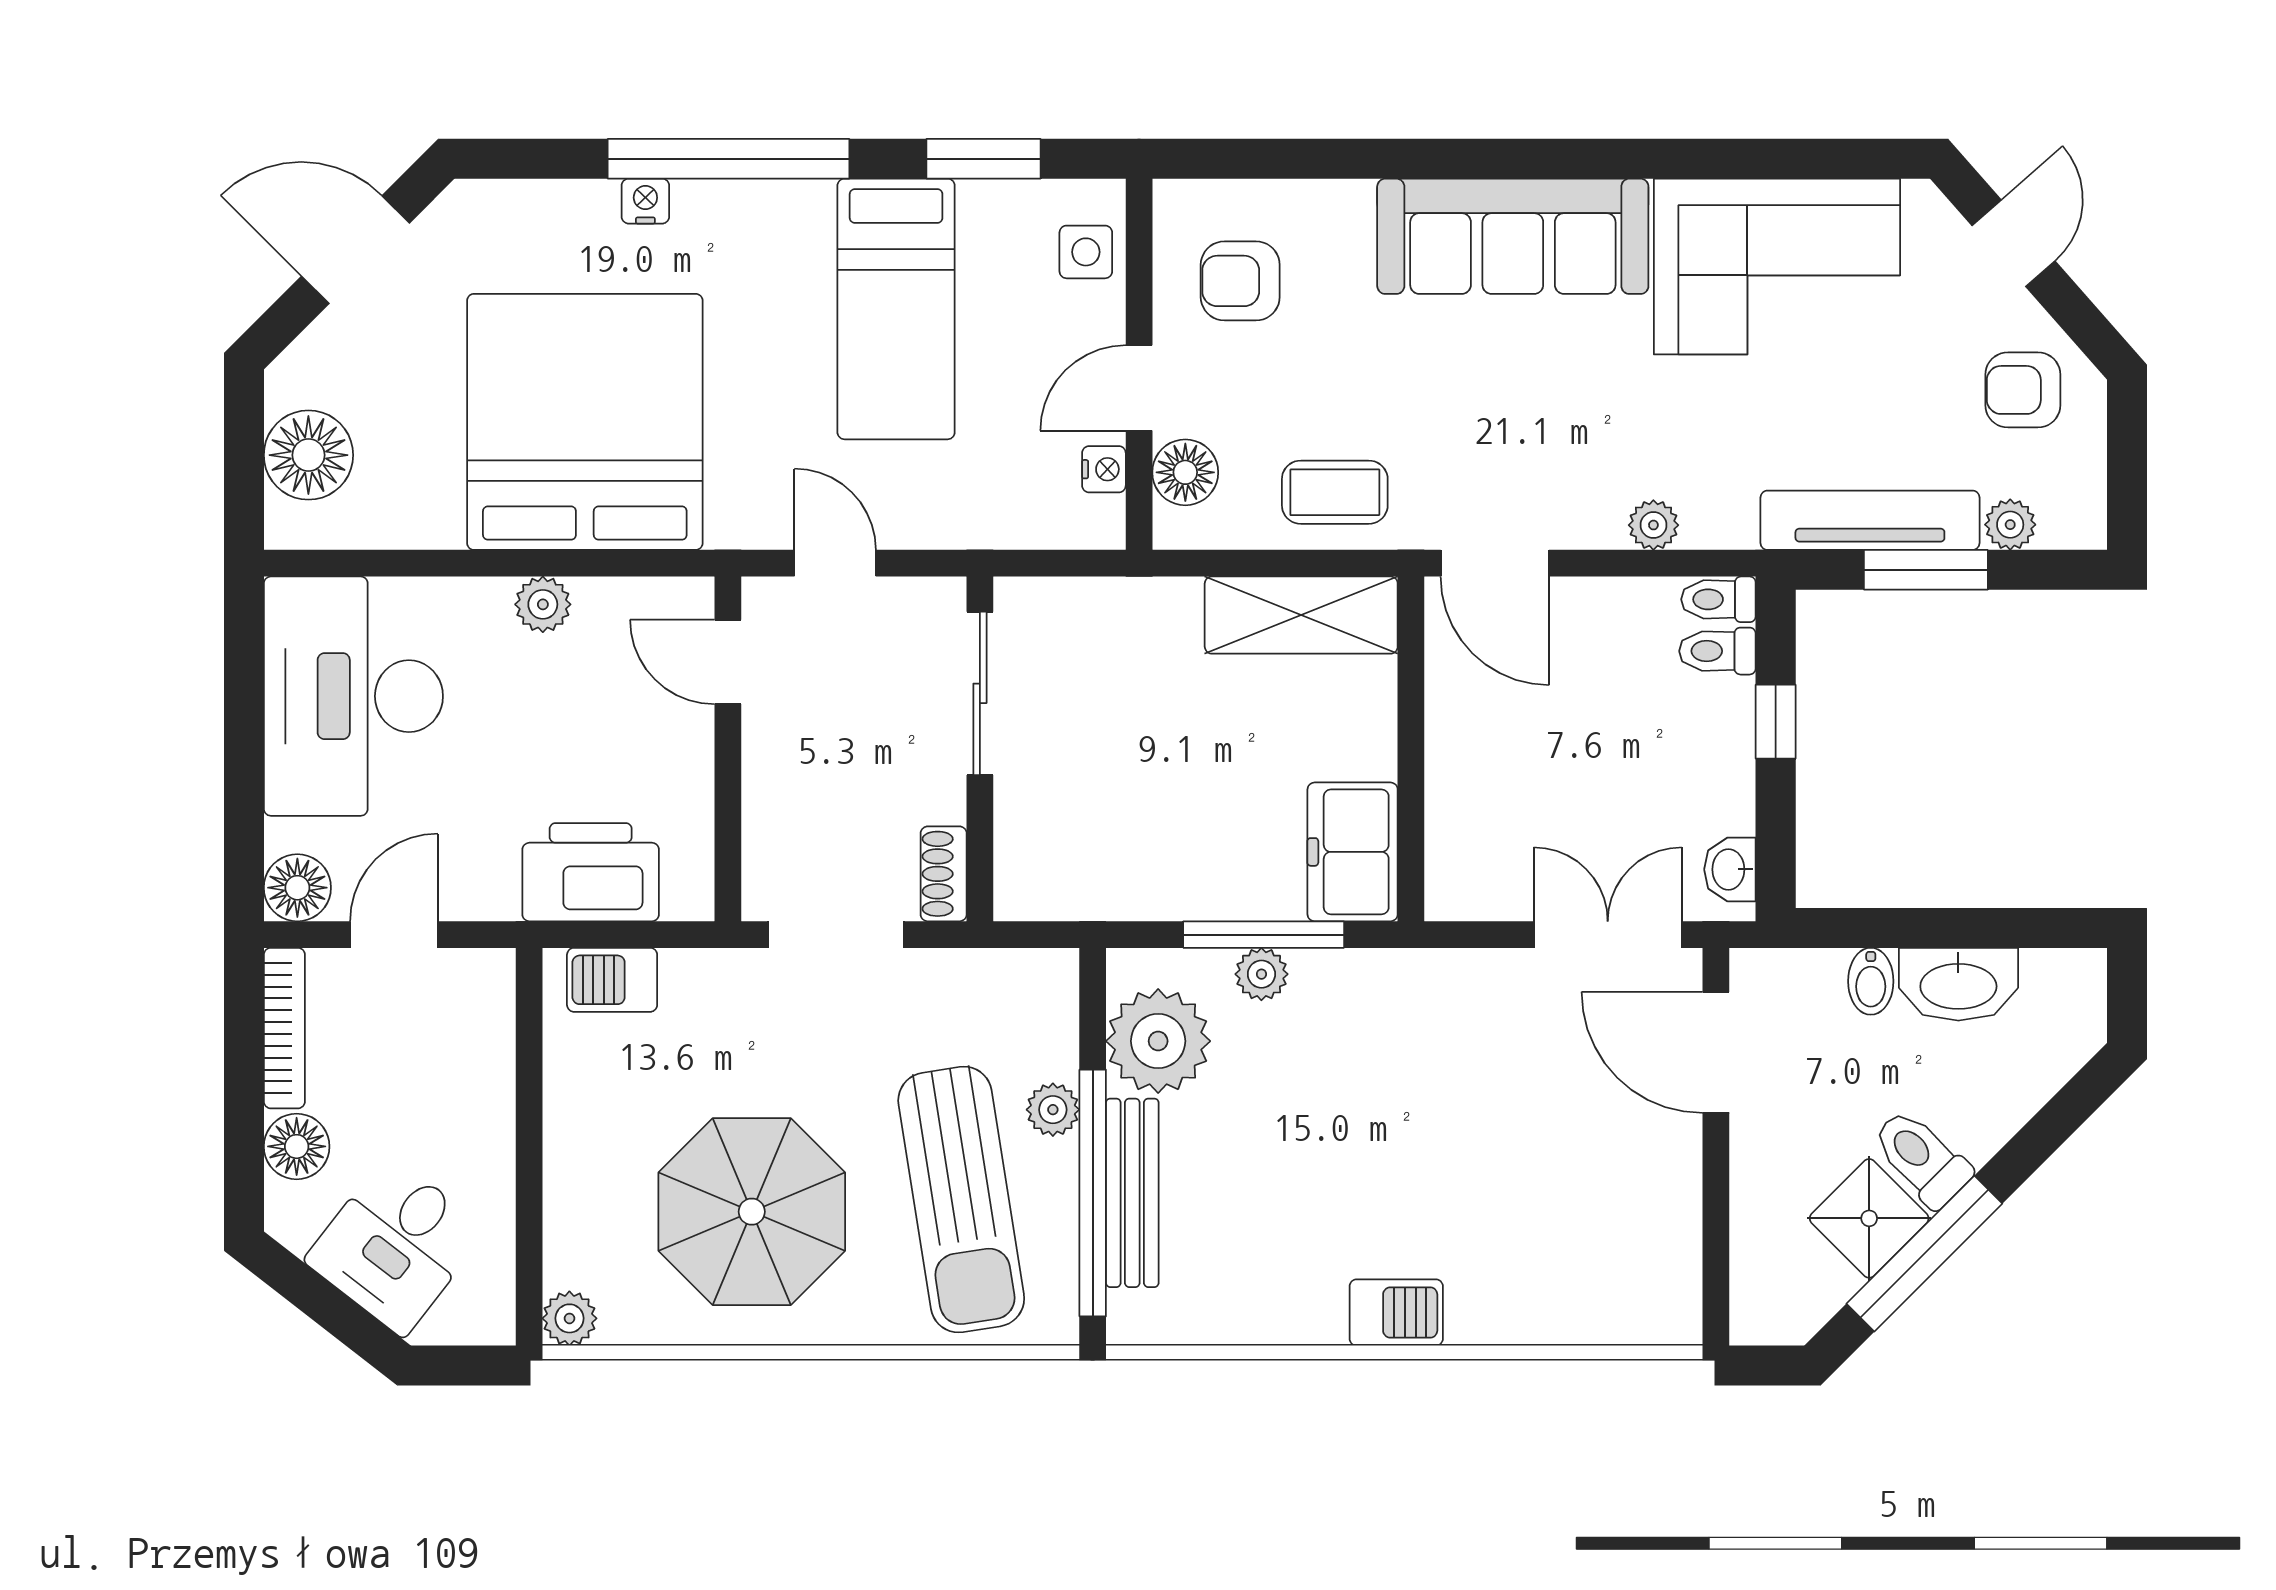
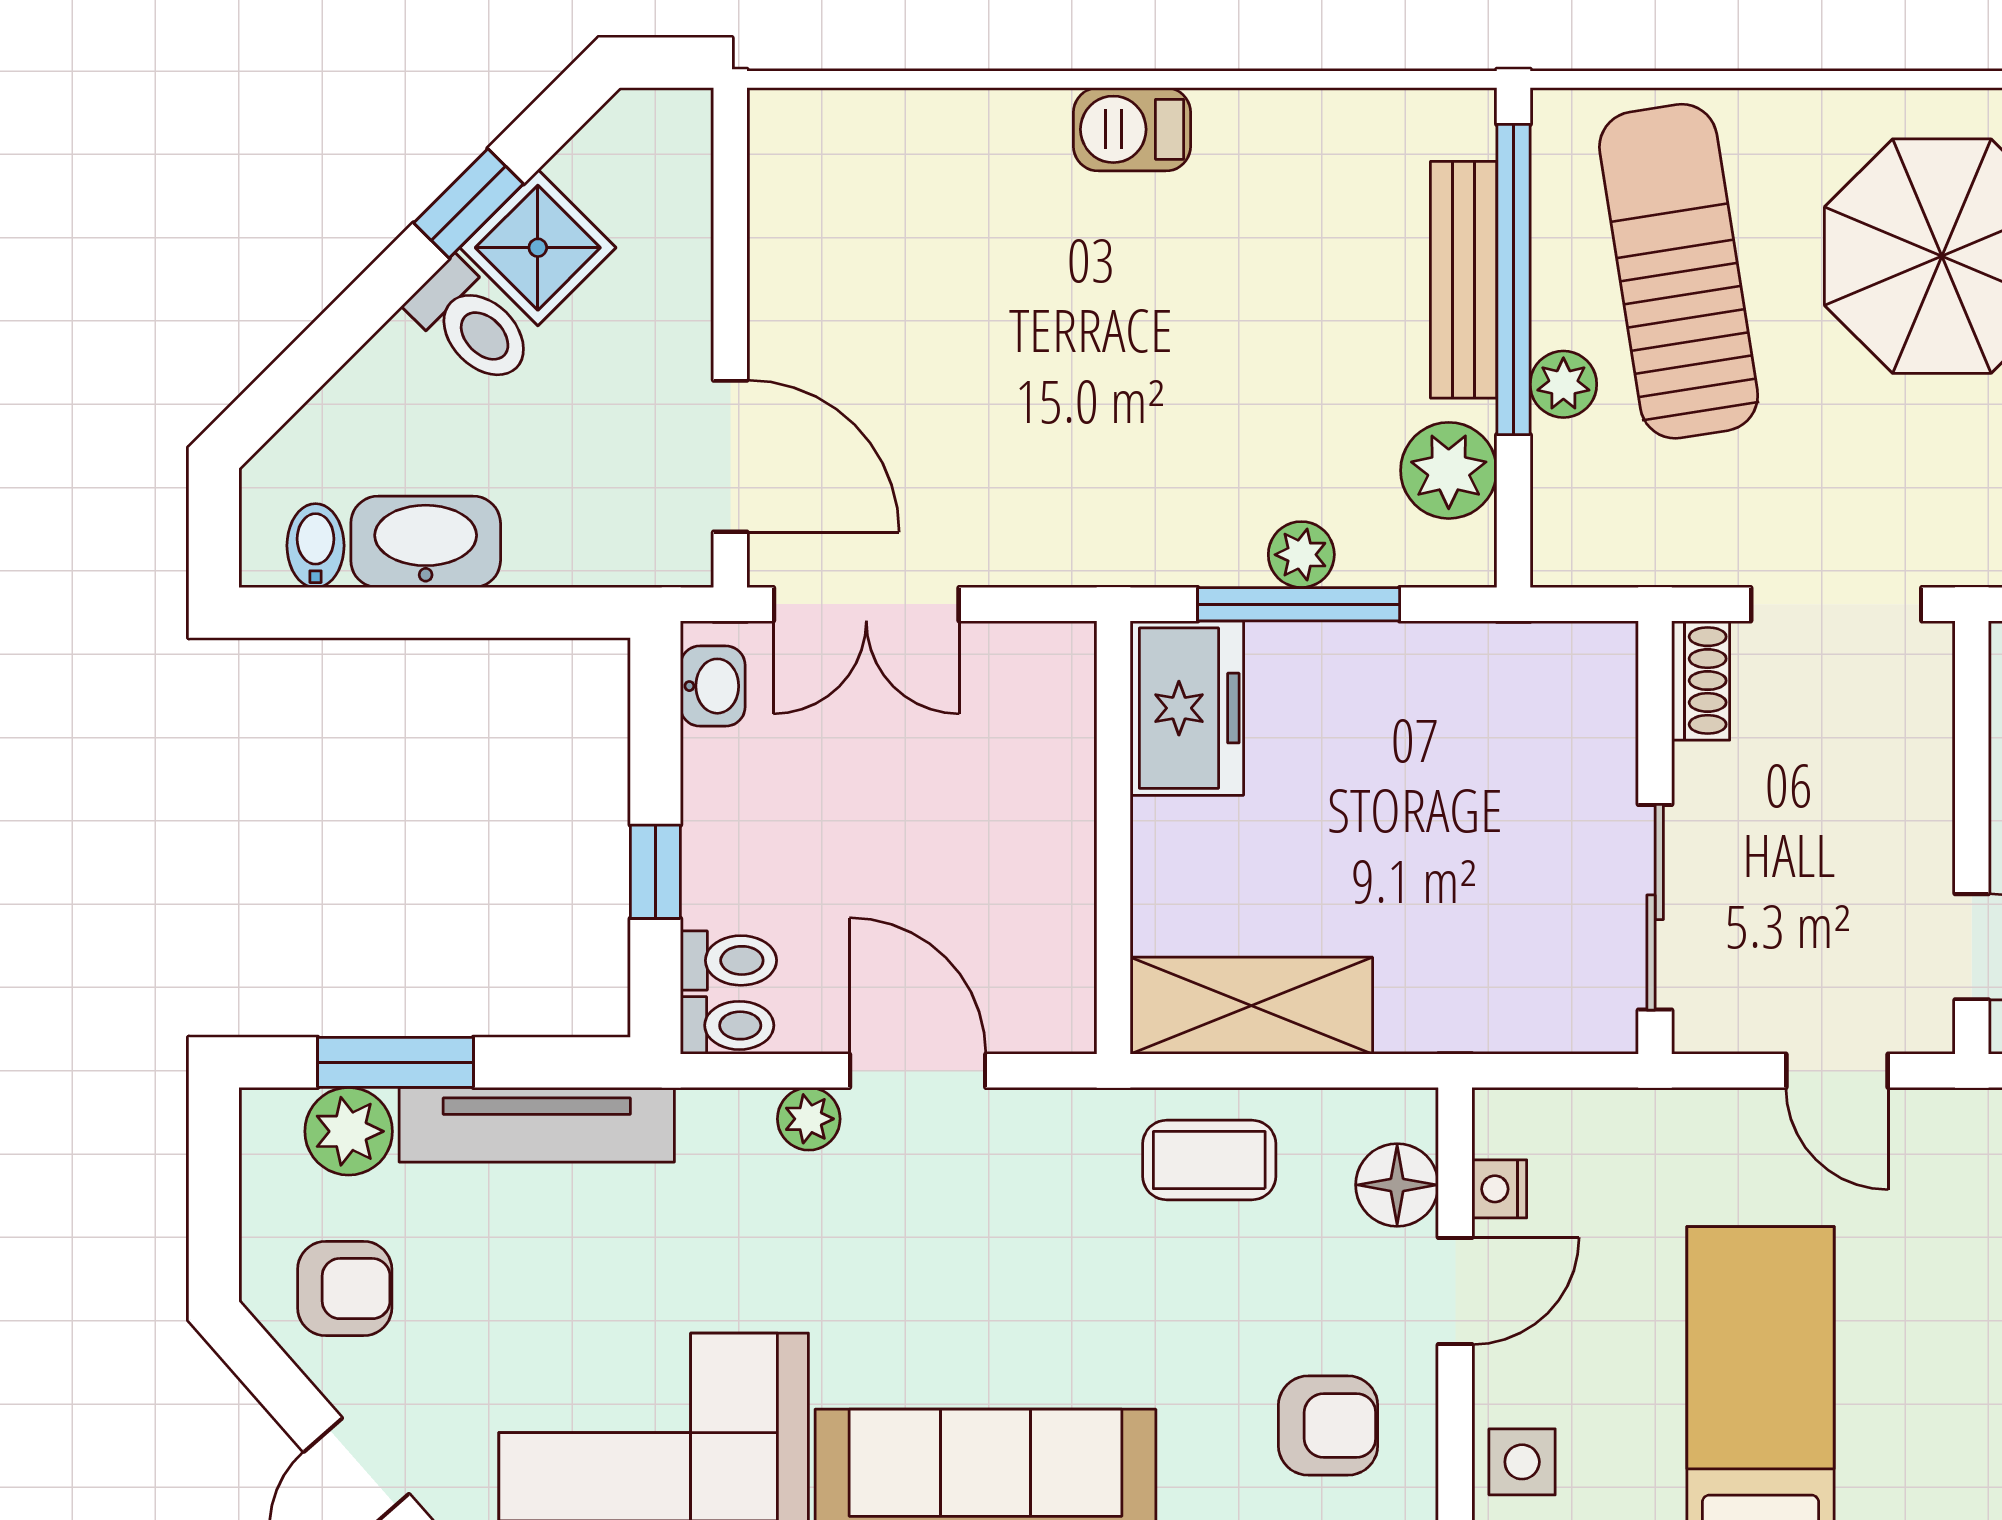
plant: (2010, 525) -> (349, 1131), width x1.38, depth x1.38
door: (1495, 563) -> (918, 1071), moved
window: (1926, 570) -> (395, 1062), moved
bidet: (1871, 981) -> (316, 546), moved
plant: (1158, 1041) -> (1449, 470), width x0.73, depth x0.73
window: (1924, 1254) -> (468, 203), width x0.46

